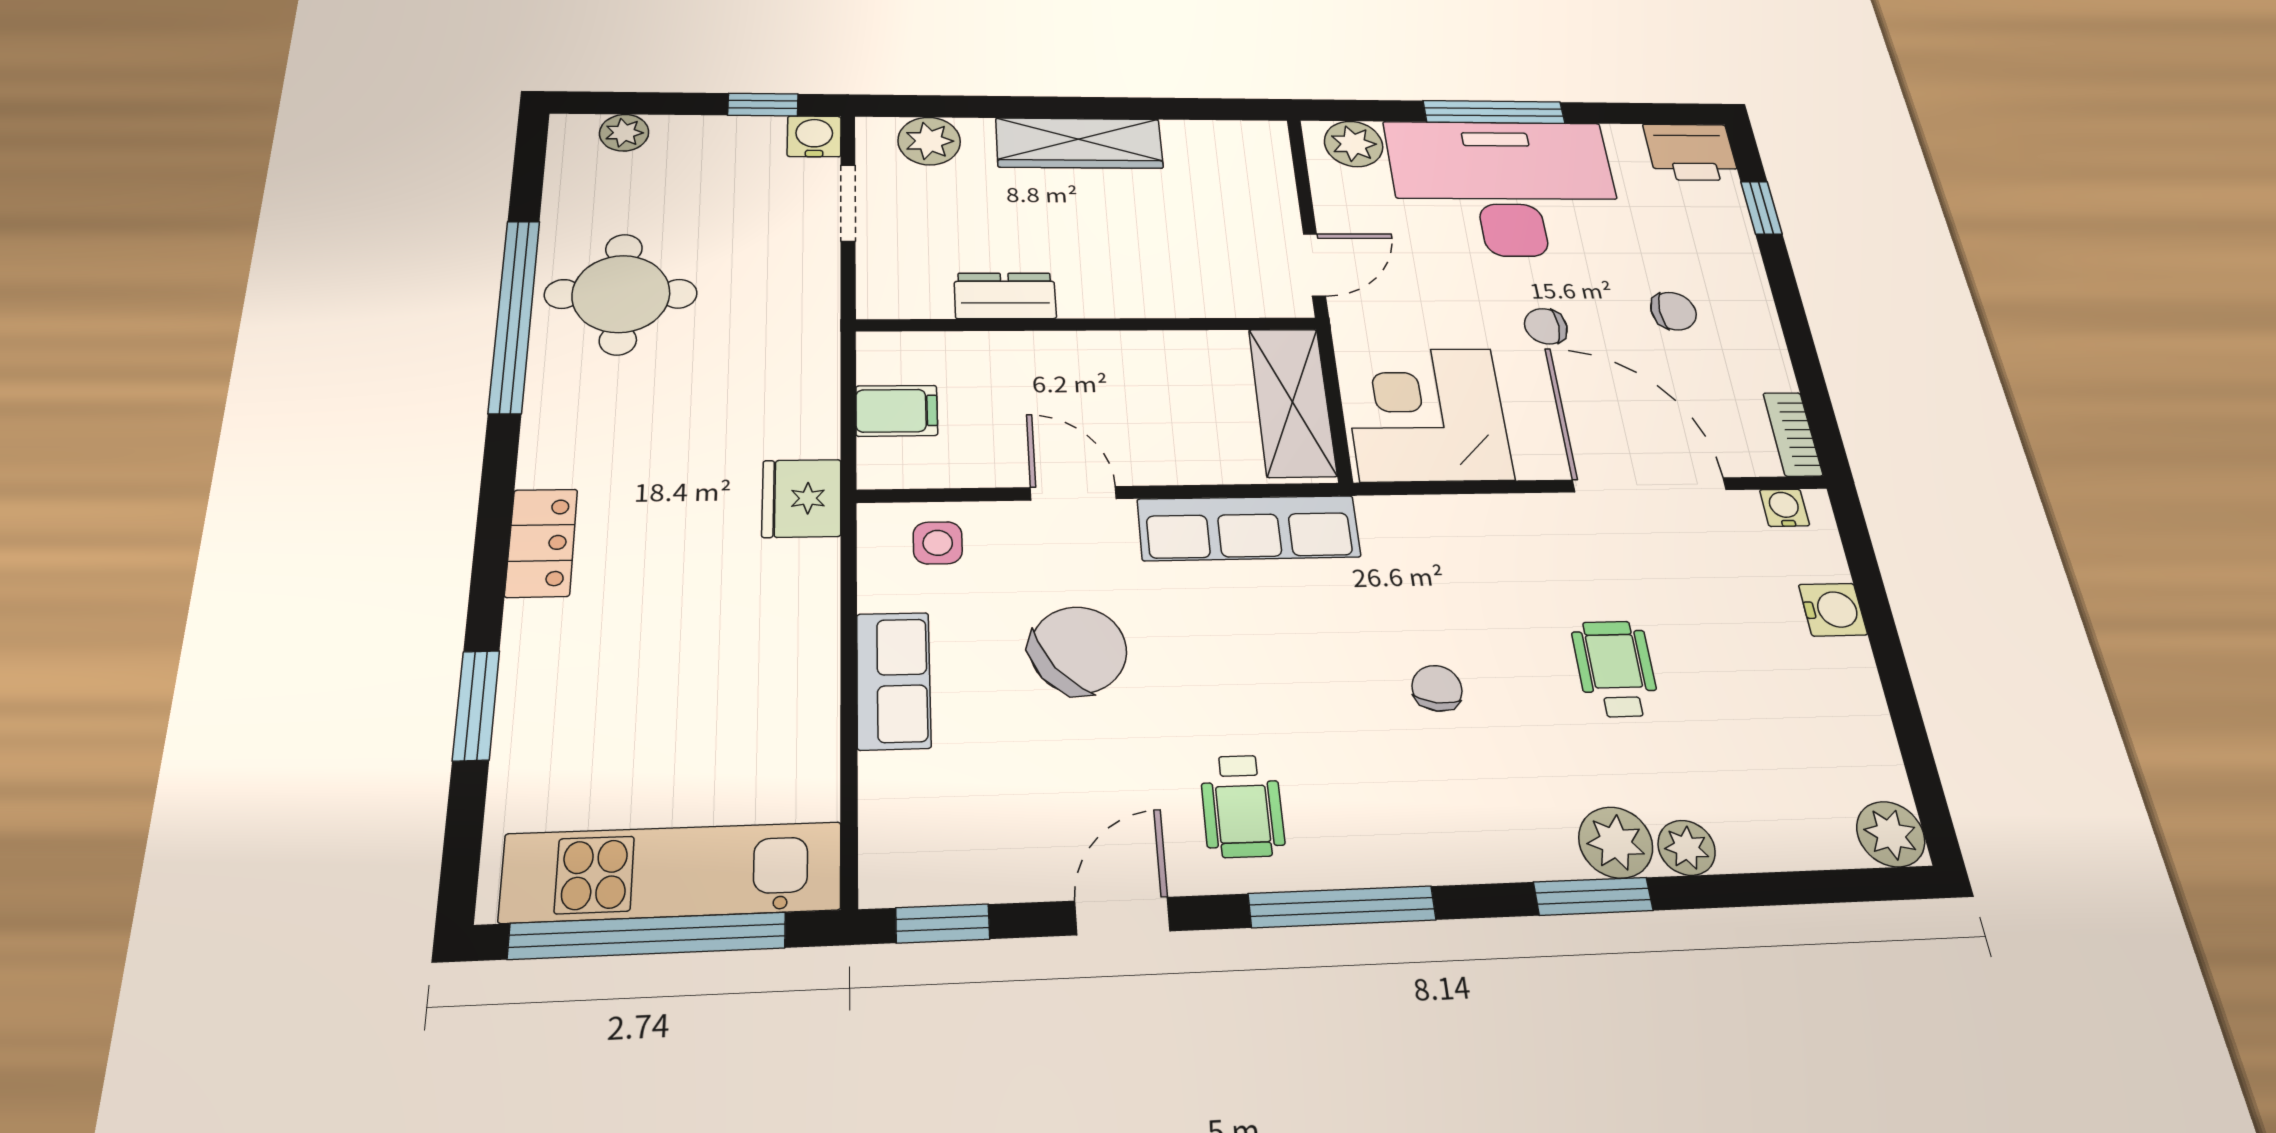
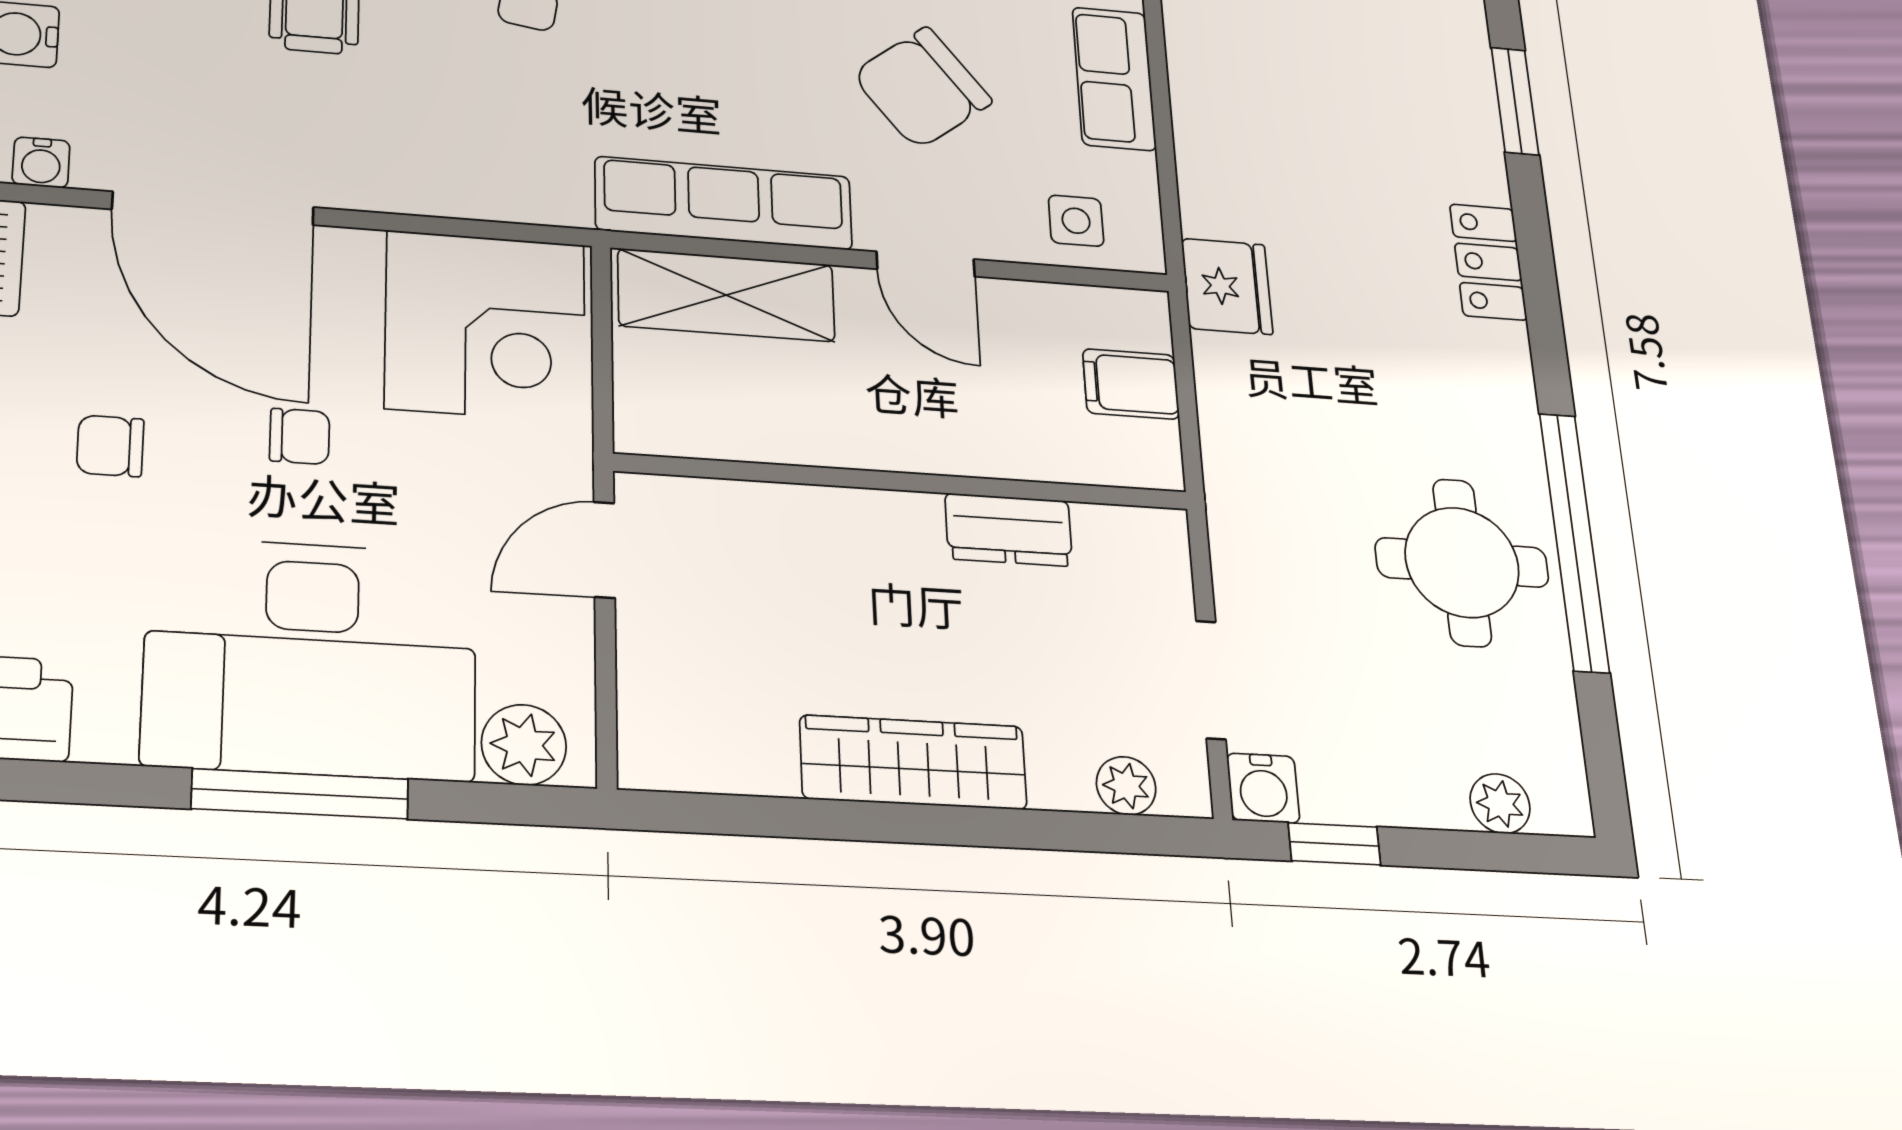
plant: (929, 141) -> (1126, 786), width x0.73, depth x0.73
shelving: (1292, 402) -> (726, 295), moved, turned 90

